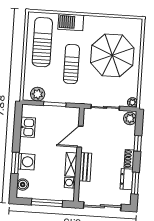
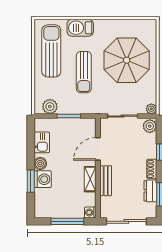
sun lounger: (71, 64) -> (84, 72), turned 180
washing machine: (70, 183) -> (90, 212), moved
boiler: (23, 185) -> (40, 163), moved

